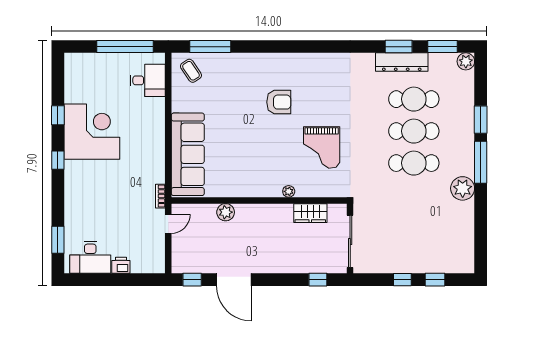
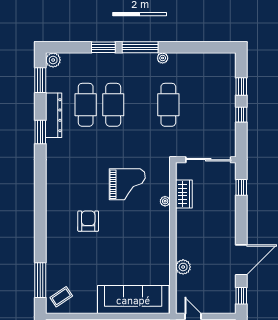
window: (399, 47) -> (40, 132), moved
cafe table: (414, 163) -> (168, 105), moved
plant: (463, 188) -> (163, 58), width x0.53, depth x0.53
plant: (289, 191) -> (165, 201), moved

